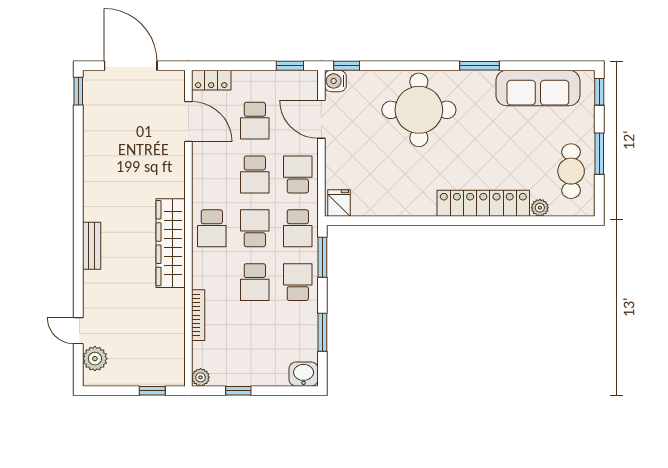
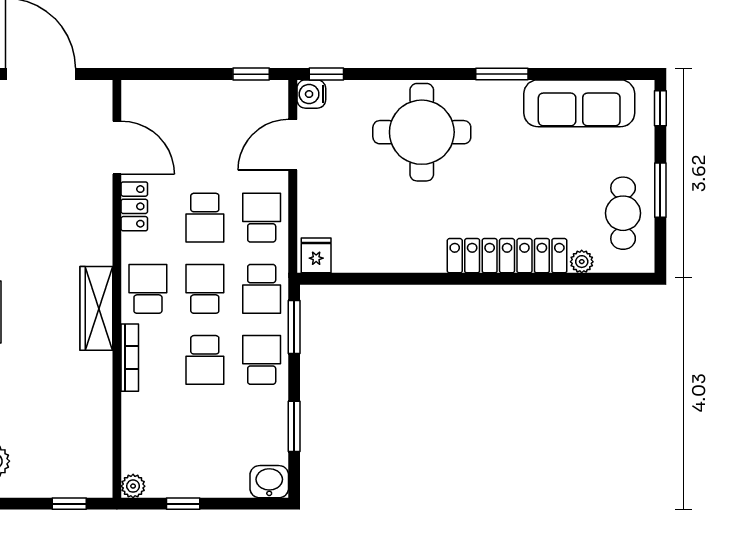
locker: (211, 80) -> (134, 206), moved, turned -90
door: (321, 119) -> (293, 145), hinge flipped
school desk: (255, 121) -> (205, 147), removed
school desk: (212, 228) -> (148, 289), turned 180
wardrobe: (171, 243) -> (96, 308), width x0.71, depth x0.85
bookcase: (198, 315) -> (130, 358), moved

